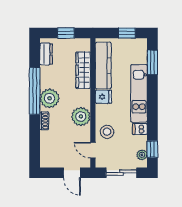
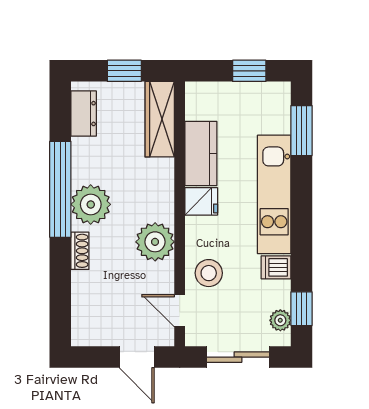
kitchen counter: (103, 66) -> (201, 153), width x0.67
wardrobe: (83, 70) -> (160, 119), moved

